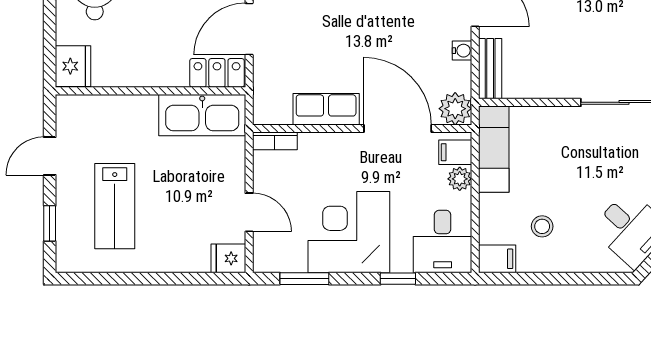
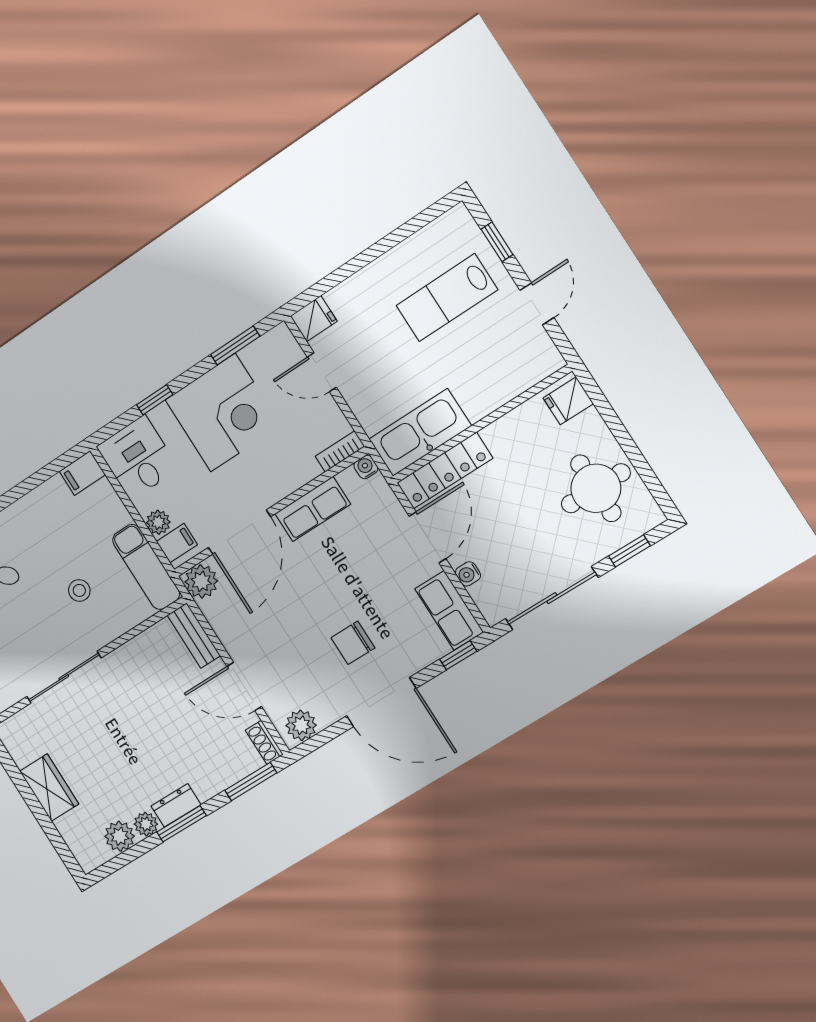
water cooler: (462, 51) -> (366, 467), moved, turned 90
fridge: (73, 66) -> (568, 401), width x0.72
locker: (217, 73) -> (445, 471), width x1.53
door: (398, 129) -> (239, 532), hinge flipped
lab bench: (115, 206) -> (447, 298), turned -90
stool: (542, 226) -> (79, 590), moved

